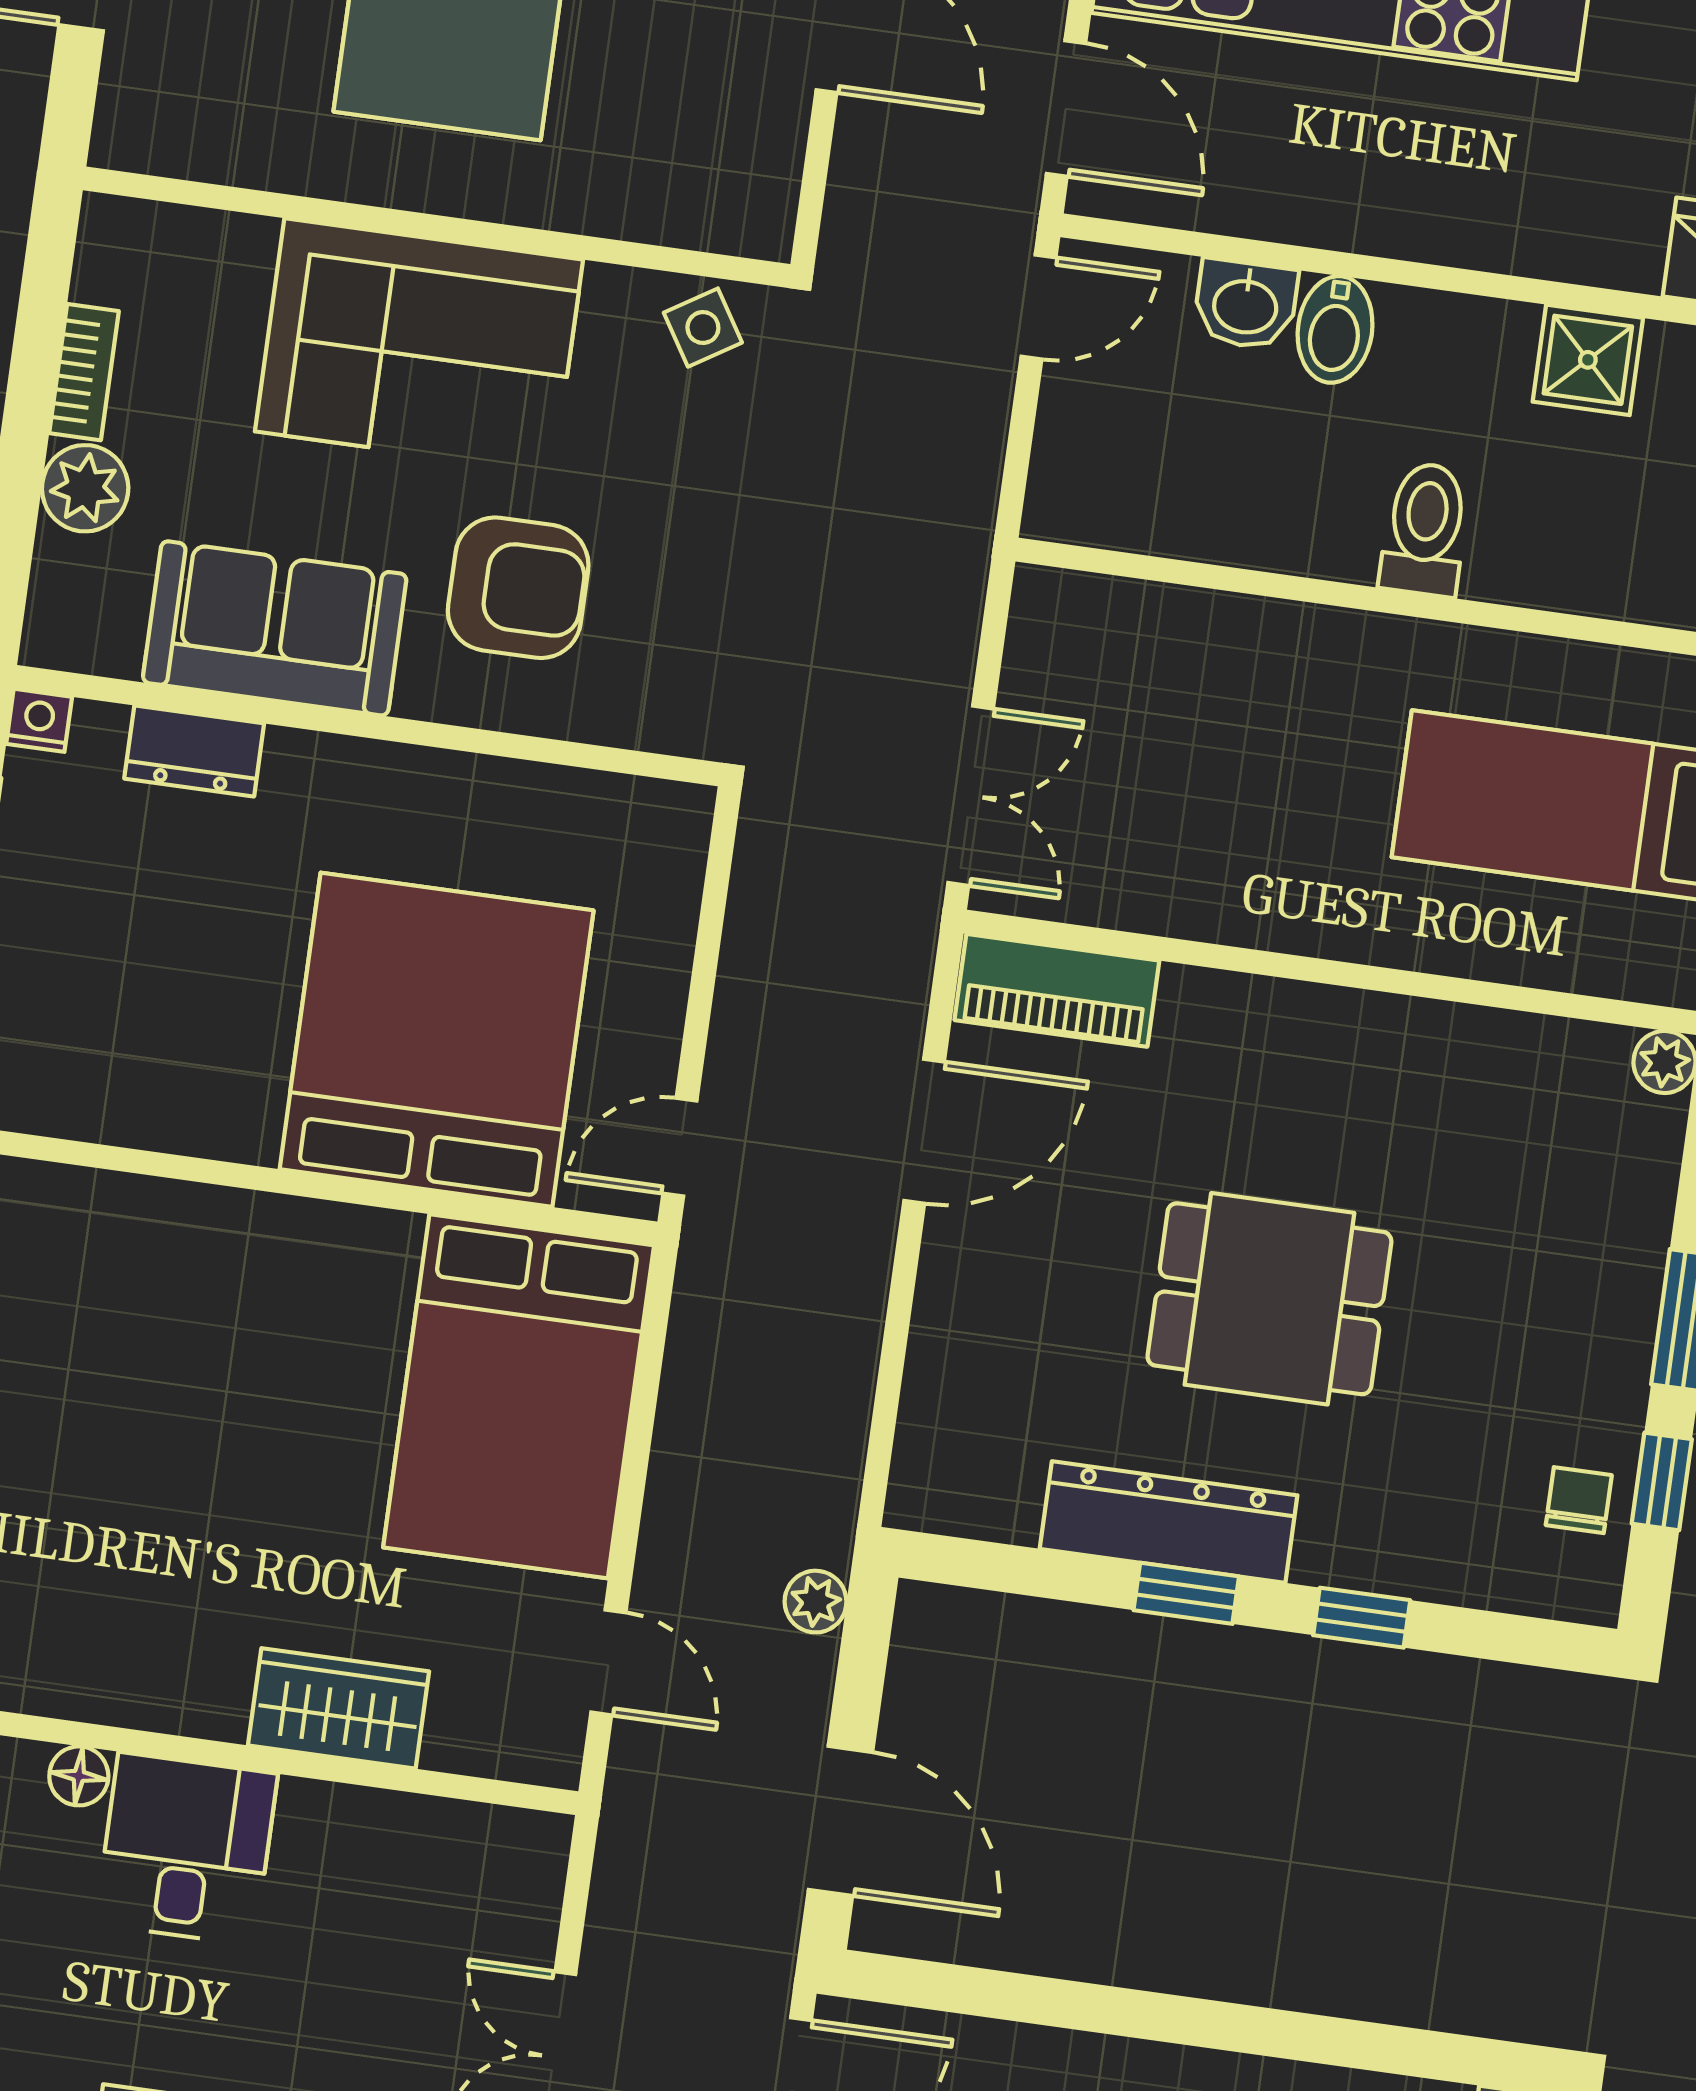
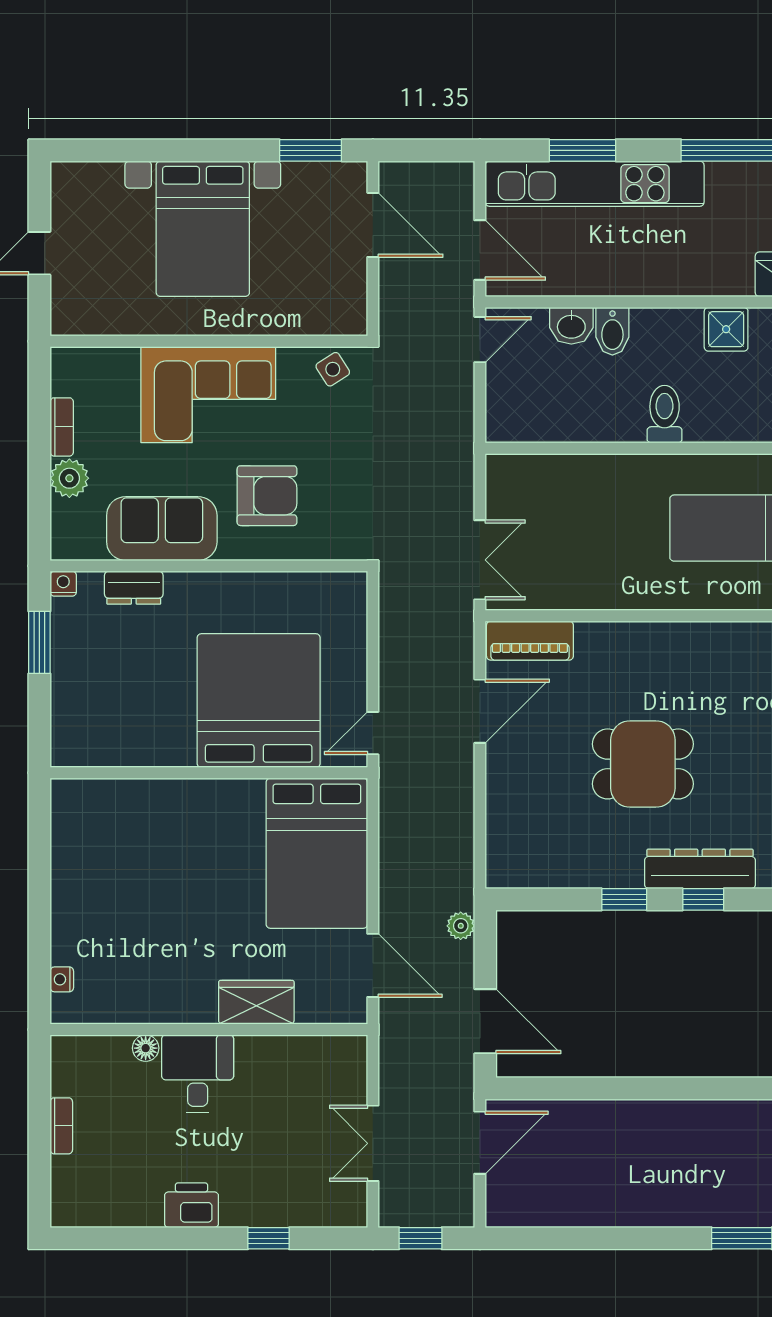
dresser: (1169, 1522) -> (700, 869), moved
door: (608, 1662) -> (373, 965), width x1.38

